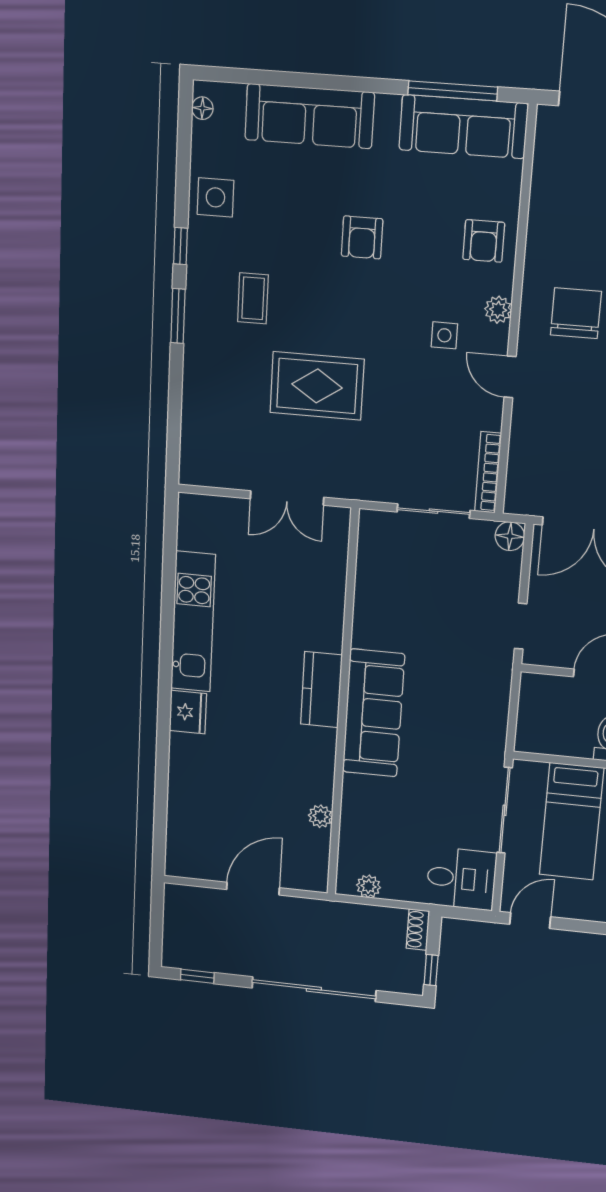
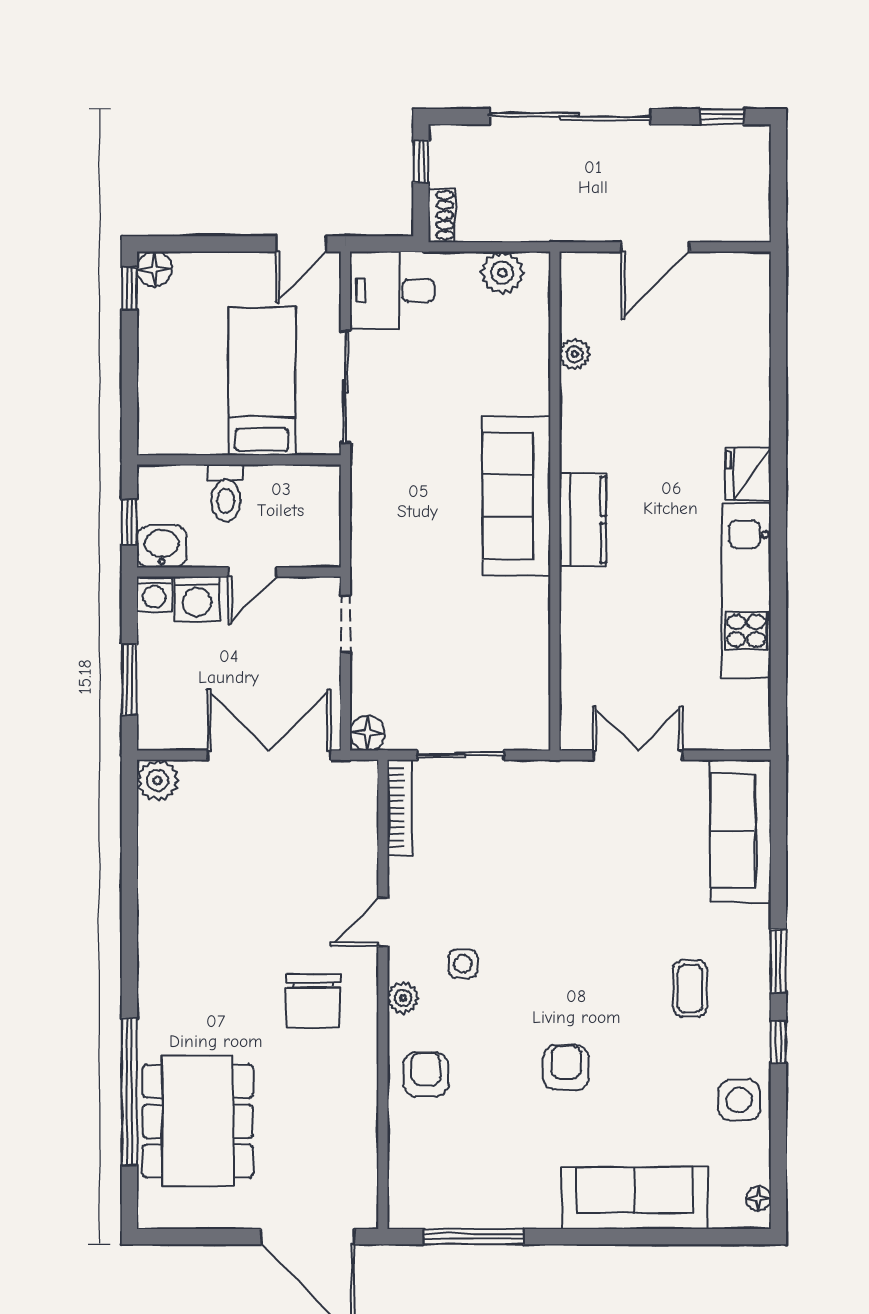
sofa: (463, 127) -> (741, 831), moved, turned -90
door: (510, 377) -> (383, 922), swing flipped
rug: (317, 386) -> (609, 892), removed
plant: (368, 886) -> (502, 273), width x1.38, depth x1.38

